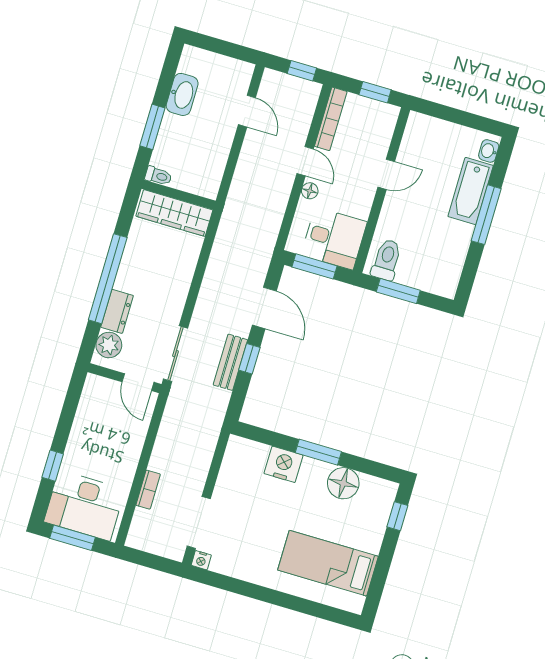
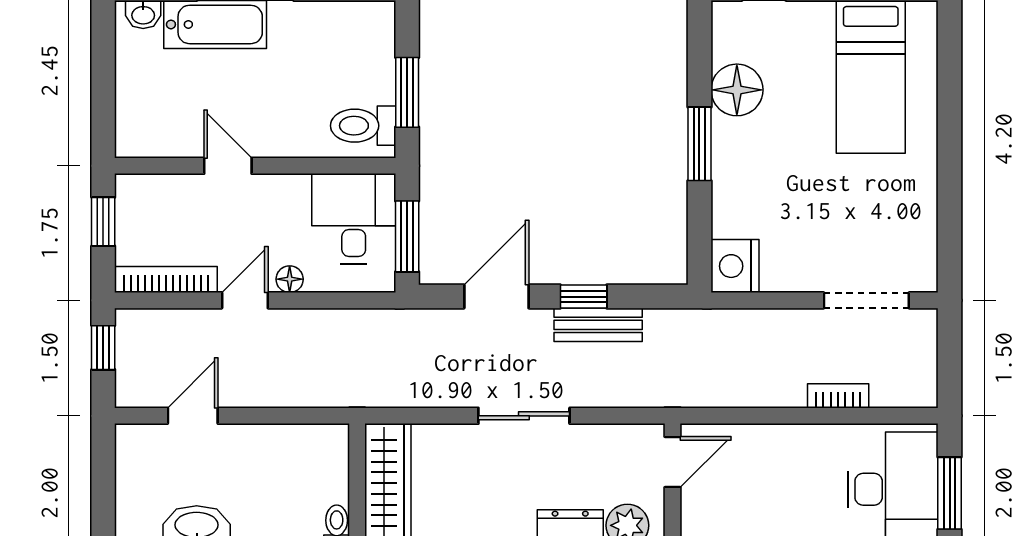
sliding door: (176, 354) -> (524, 416), moved
nightstand: (283, 464) -> (735, 266), moved
nightstand: (201, 560) -> (925, 279), removed

